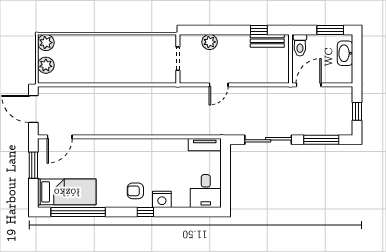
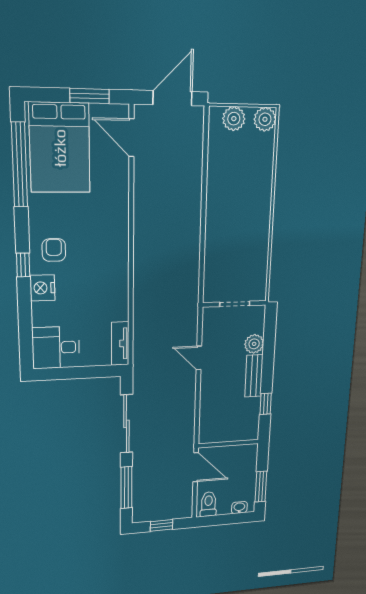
bench: (267, 41) -> (254, 376), moved
toilet: (300, 45) -> (208, 504), moved, turned 90
washbasin: (345, 53) -> (239, 508), width x0.52, depth x0.69
bed: (67, 192) -> (60, 148), width x1.50

